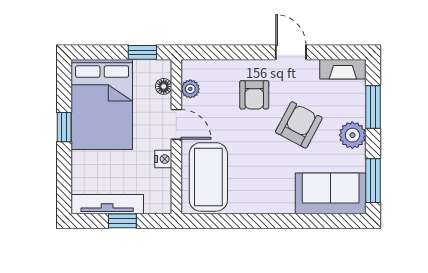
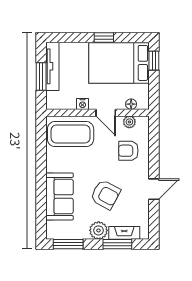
window: (142, 52) -> (154, 61), moved
fireplace: (343, 69) -> (124, 233), moved, turned 90
armchair: (254, 95) -> (128, 151), moved
door: (176, 124) -> (106, 113), hinge flipped
sofa: (331, 193) -> (60, 196), moved
window: (122, 221) -> (41, 77), width x1.50

